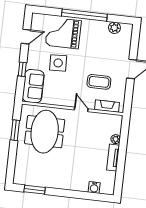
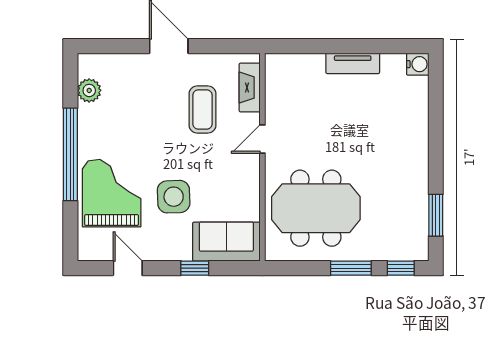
grand piano: (63, 33) -> (112, 193), turned 180
window: (15, 130) -> (351, 268), moved
plant: (116, 139) -> (315, 62), removed
window: (11, 170) -> (401, 268), added
water cooler: (94, 188) -> (418, 64), moved

